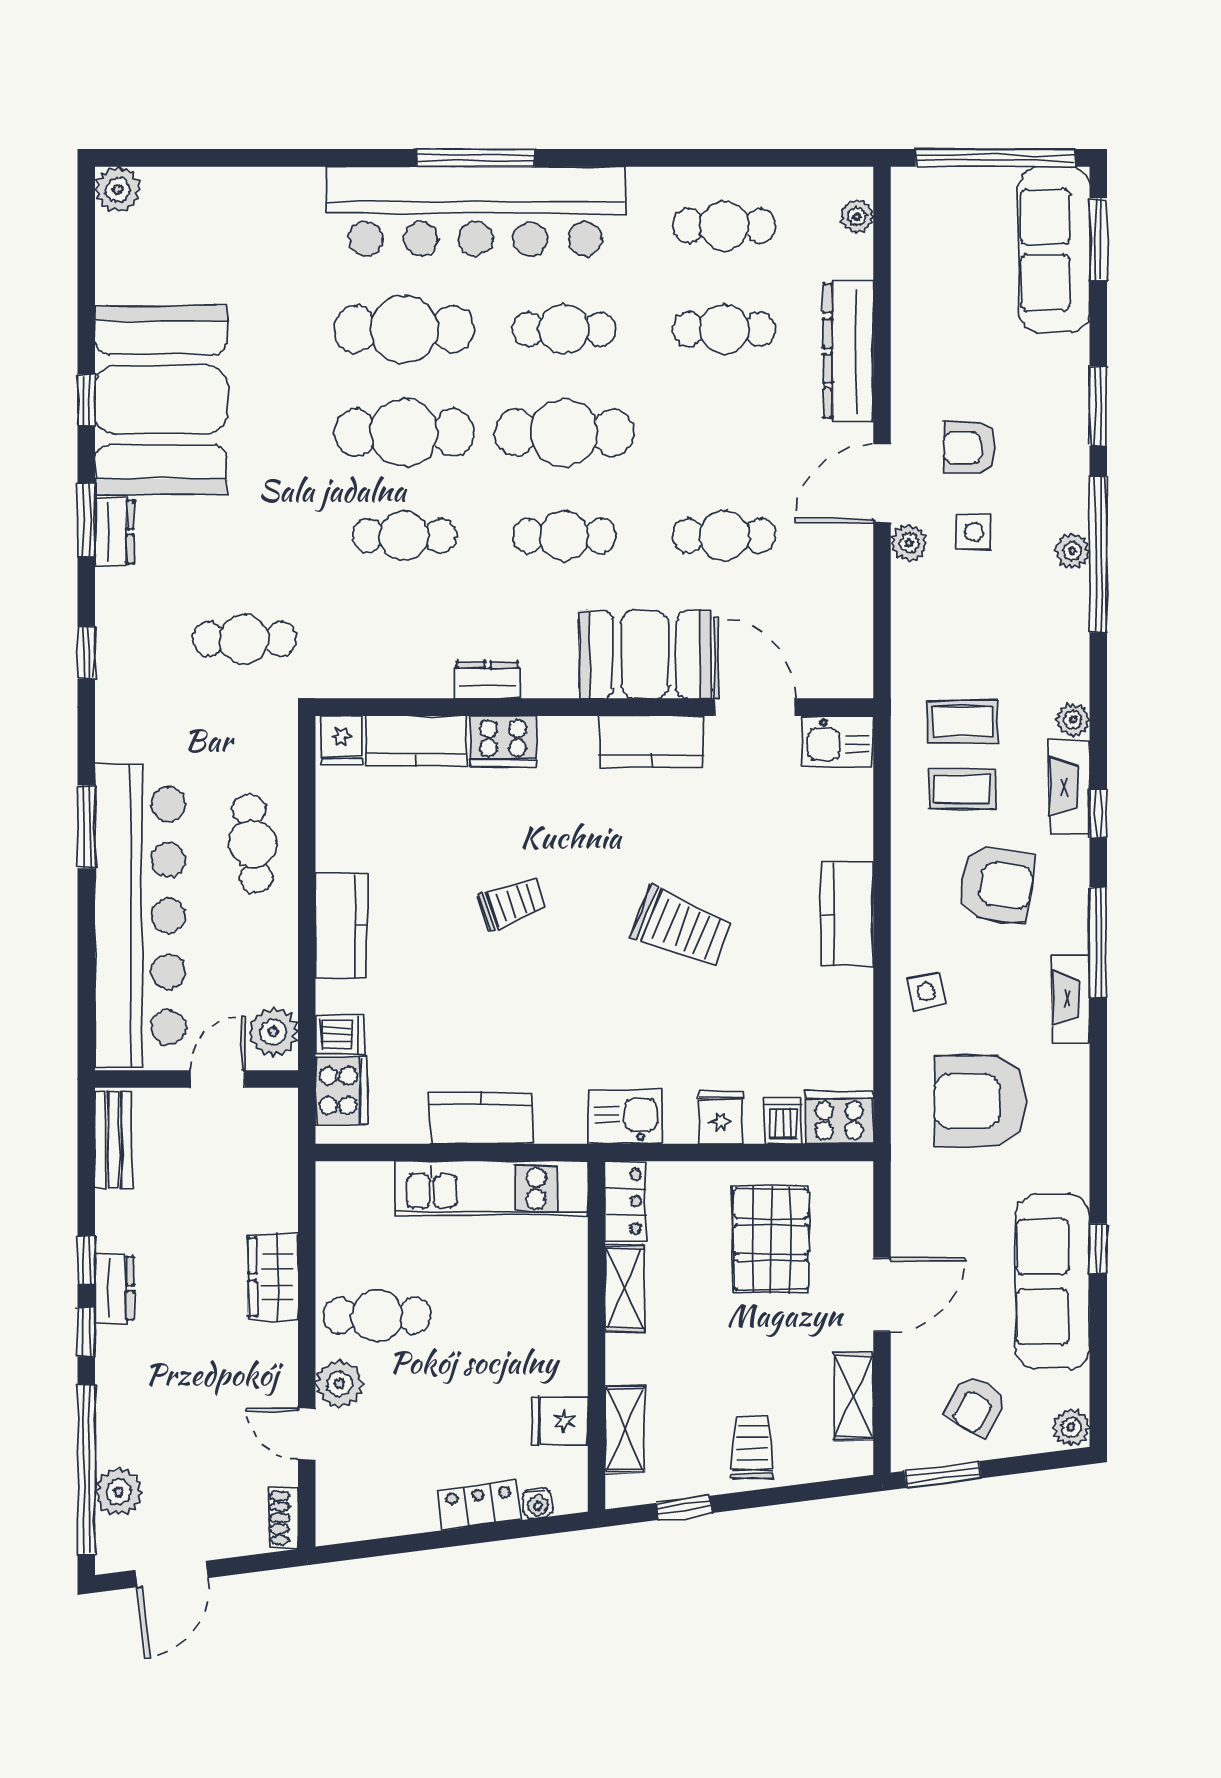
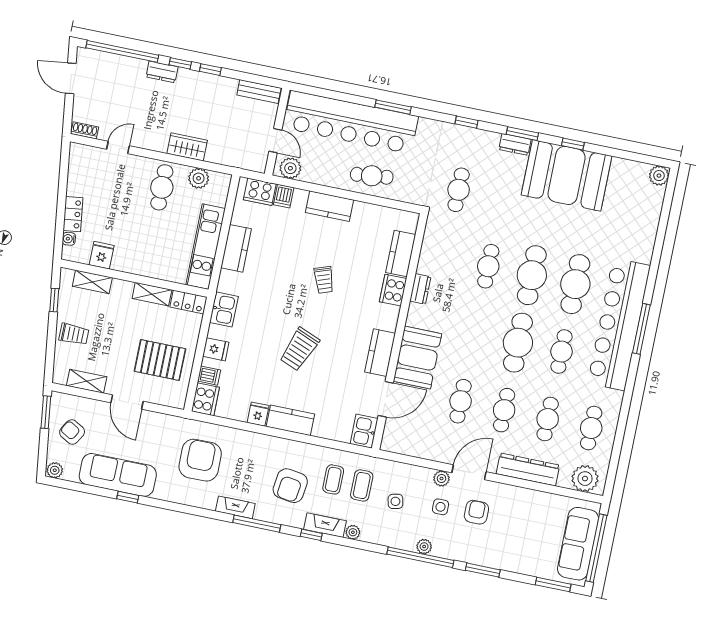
plant: (857, 216) -> (585, 479), width x1.88, depth x1.88
sofa: (1054, 250) -> (578, 544), moved, turned -90
door: (882, 483) -> (469, 472), hinge flipped
cafe table: (564, 536) -> (504, 410), moved
fridge: (341, 741) -> (258, 414), moved, turned 90
side table: (926, 992) -> (395, 501), moved
dresser: (114, 1288) -> (162, 72), moved
plant: (339, 1384) -> (199, 178), moved
plant: (119, 1492) -> (110, 63), removed

